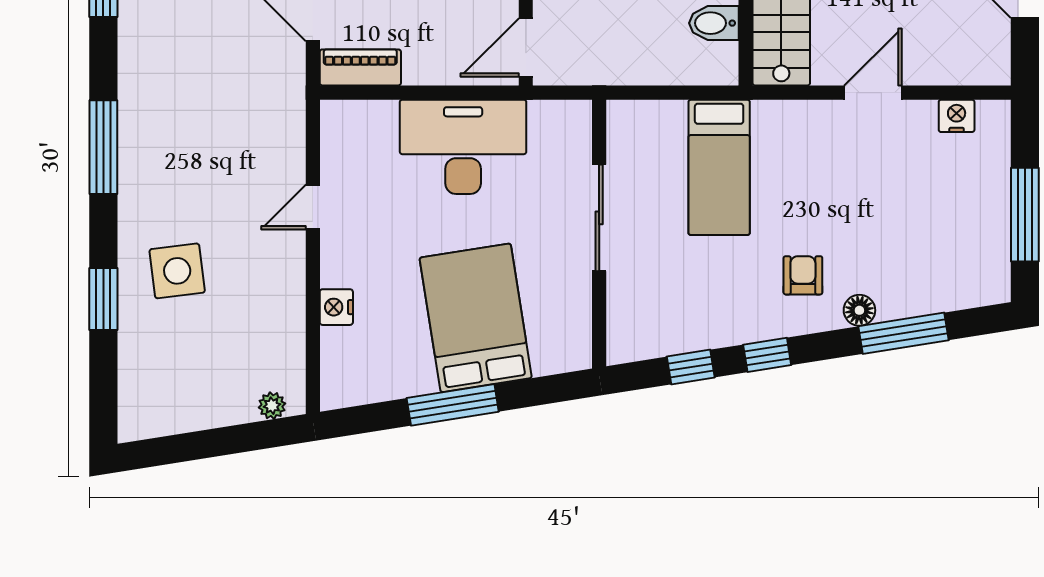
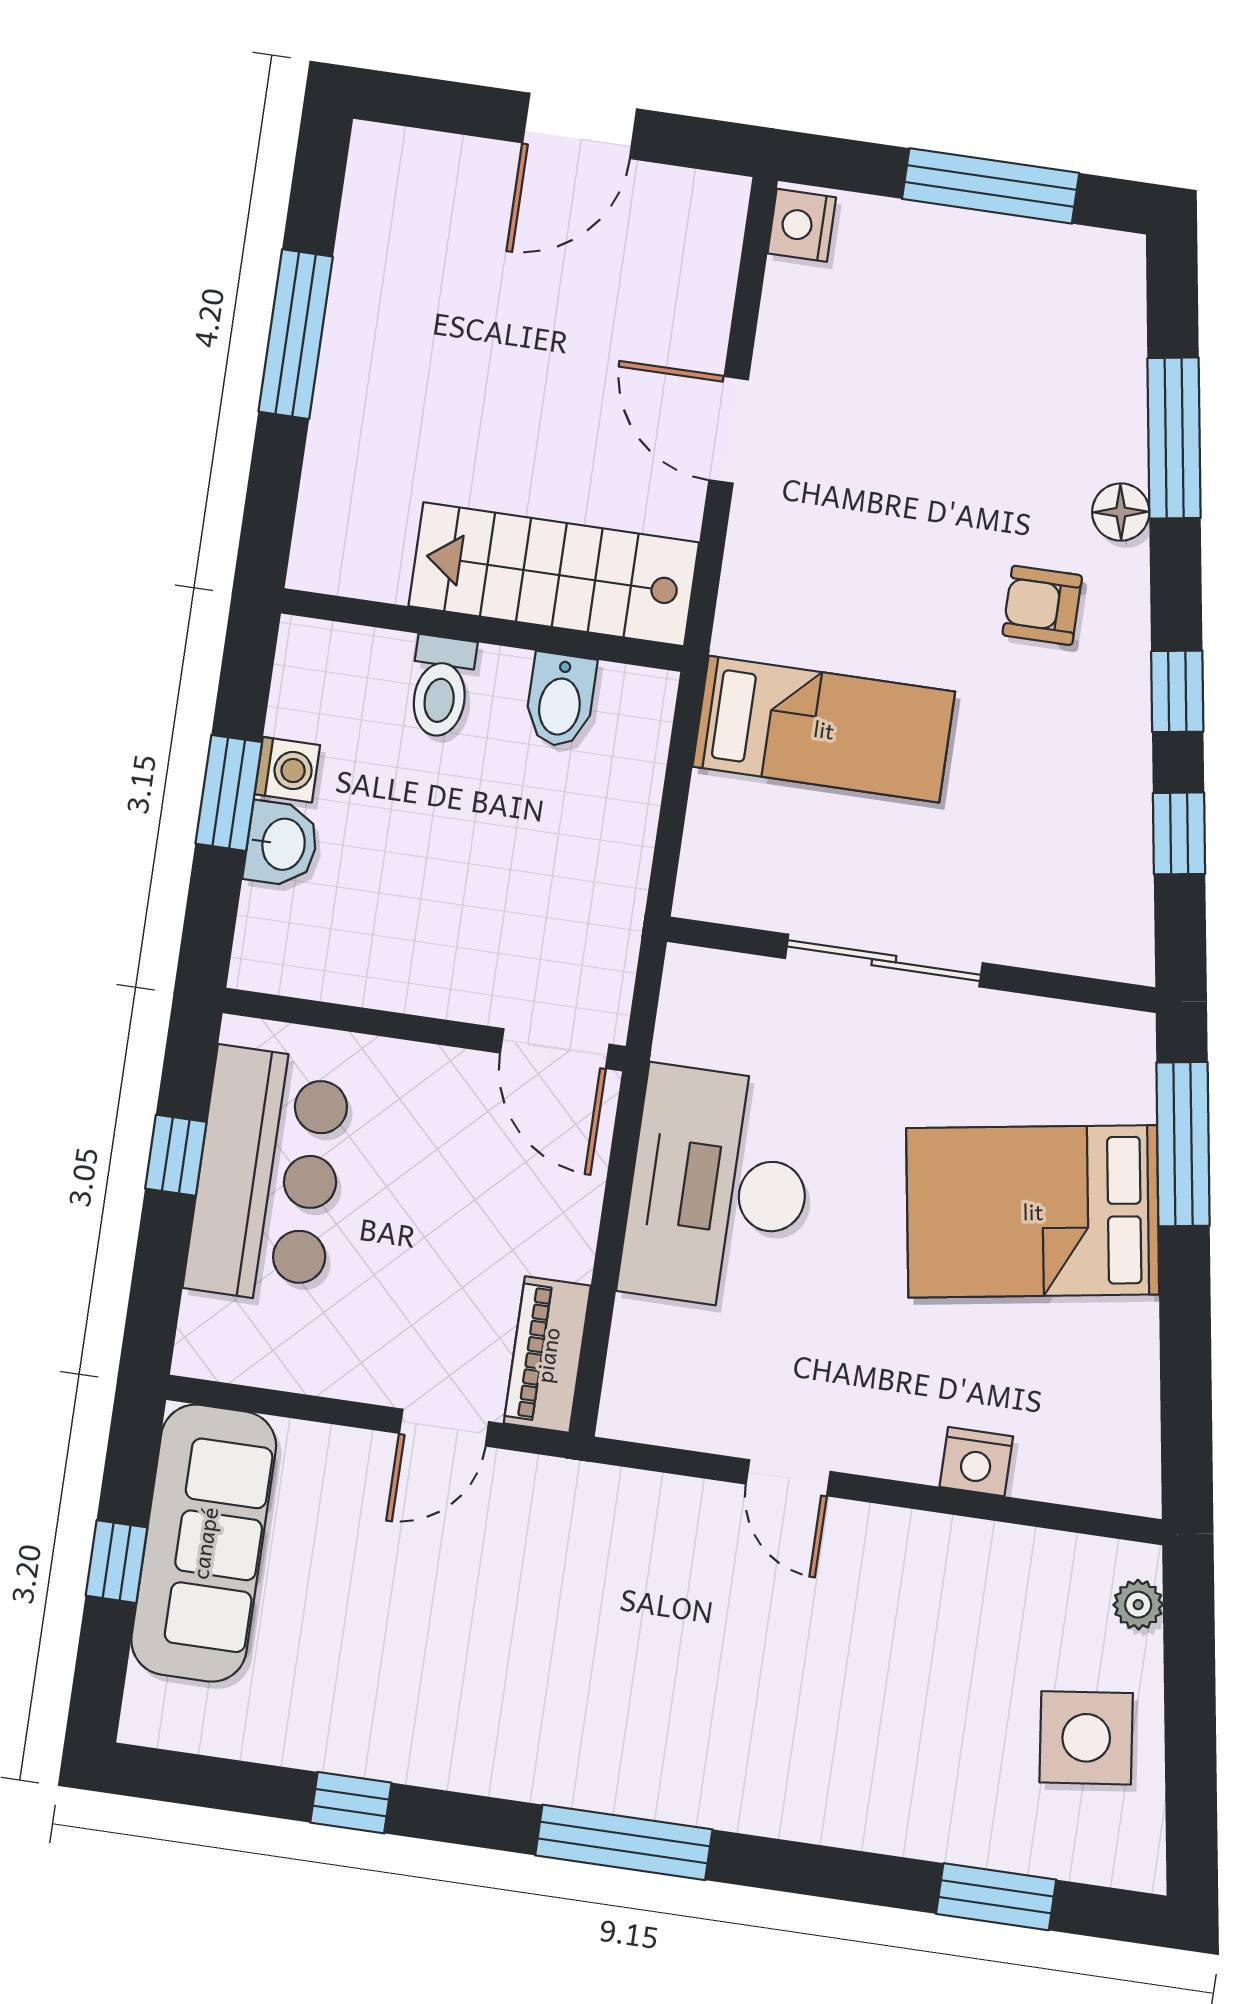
nightstand: (957, 116) -> (802, 225), moved
side table: (177, 271) -> (1086, 1738), moved
window: (103, 299) -> (996, 1897), moved
window: (453, 405) -> (1183, 1144), moved

